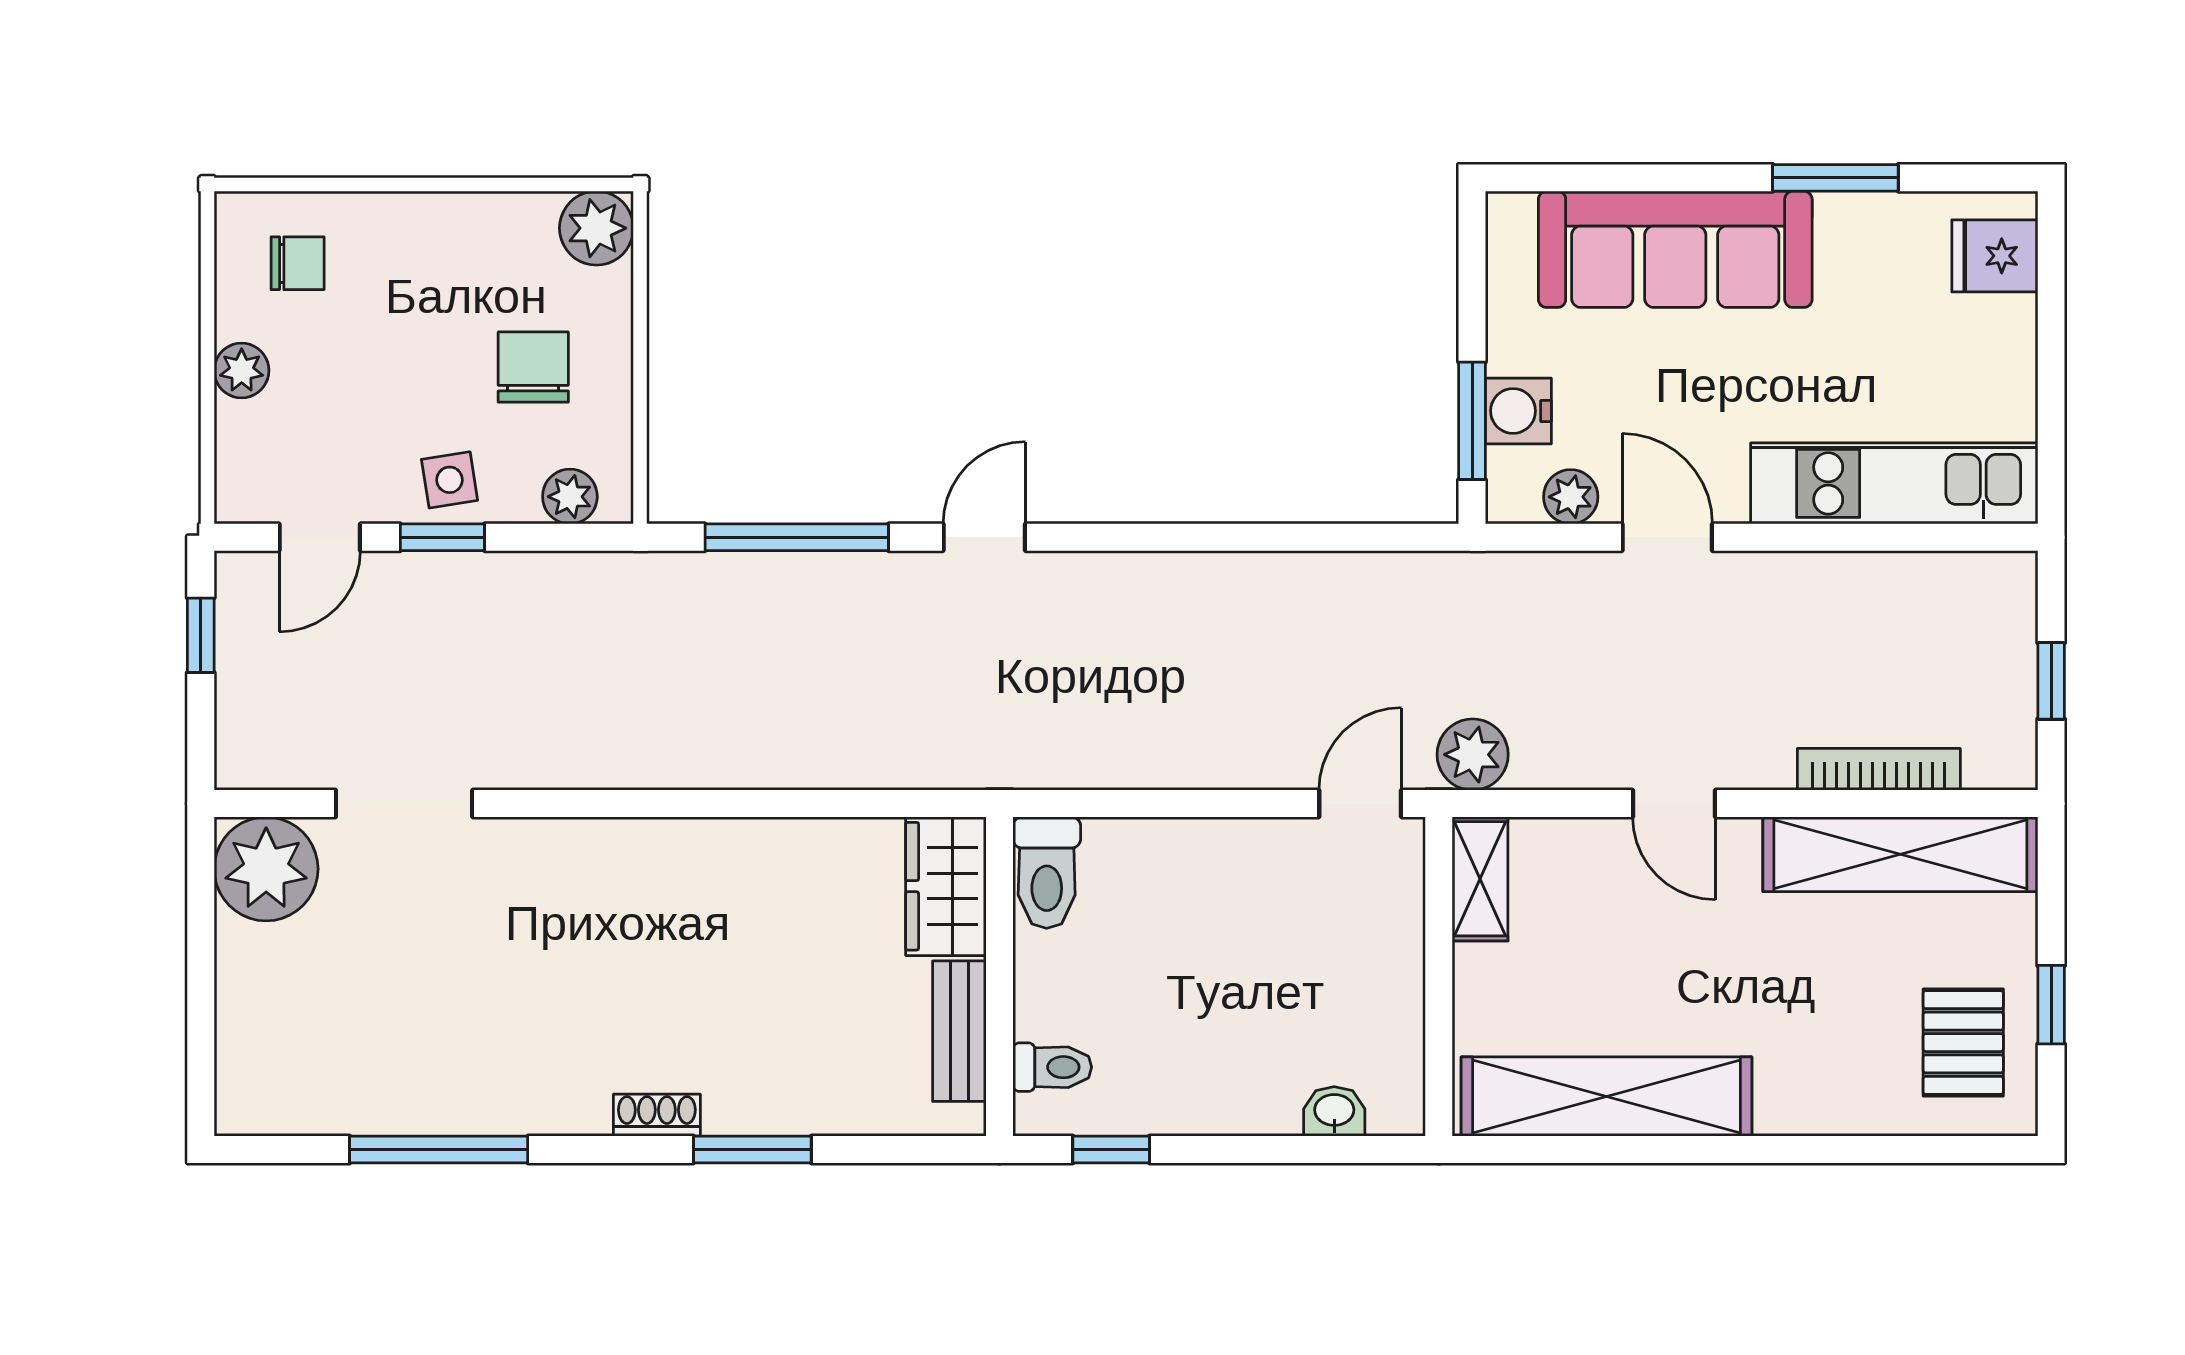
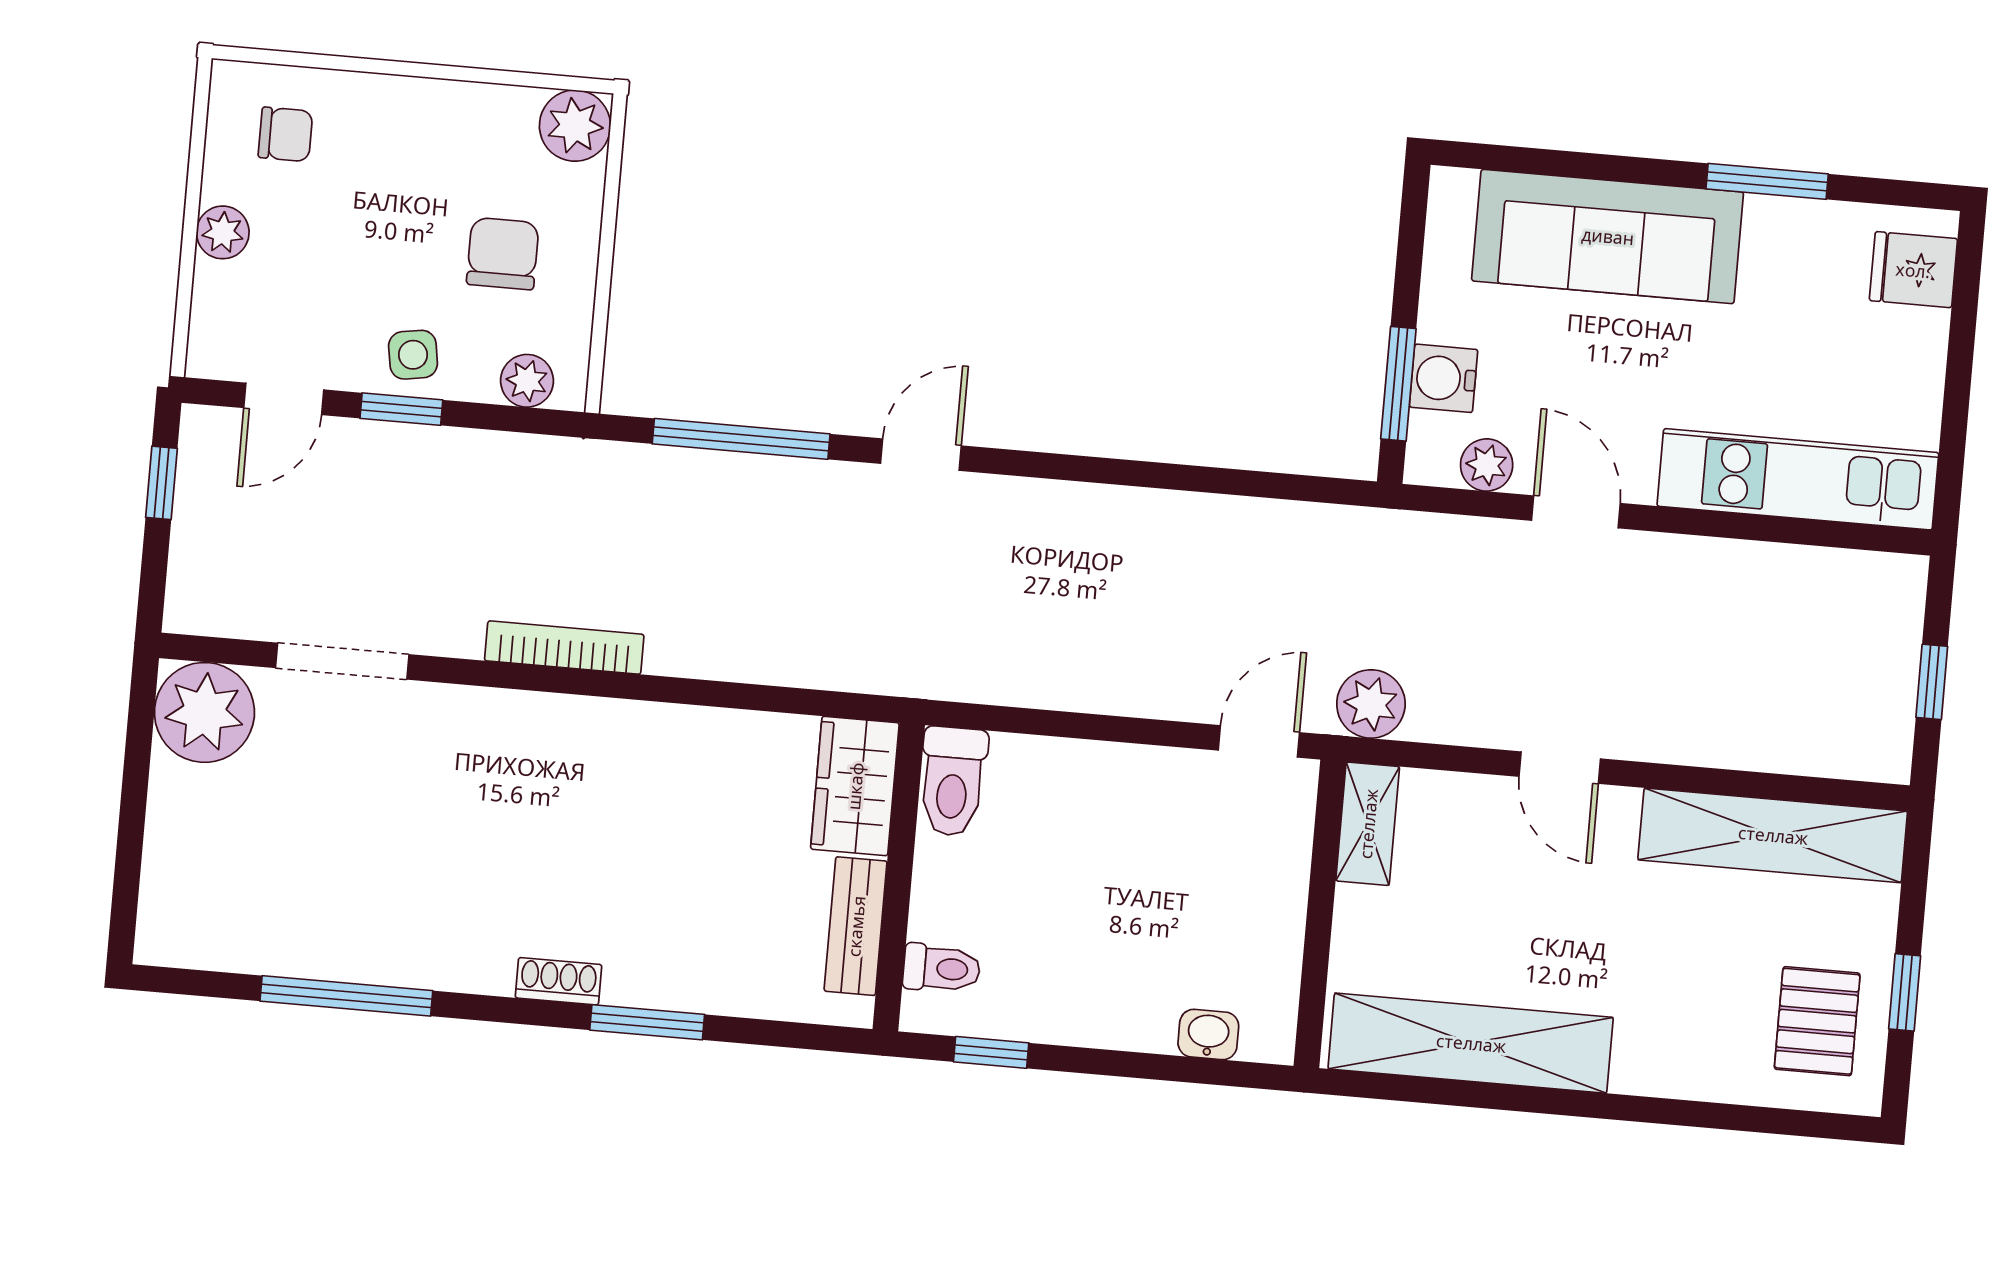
bookcase: (1879, 769) -> (564, 648), moved

